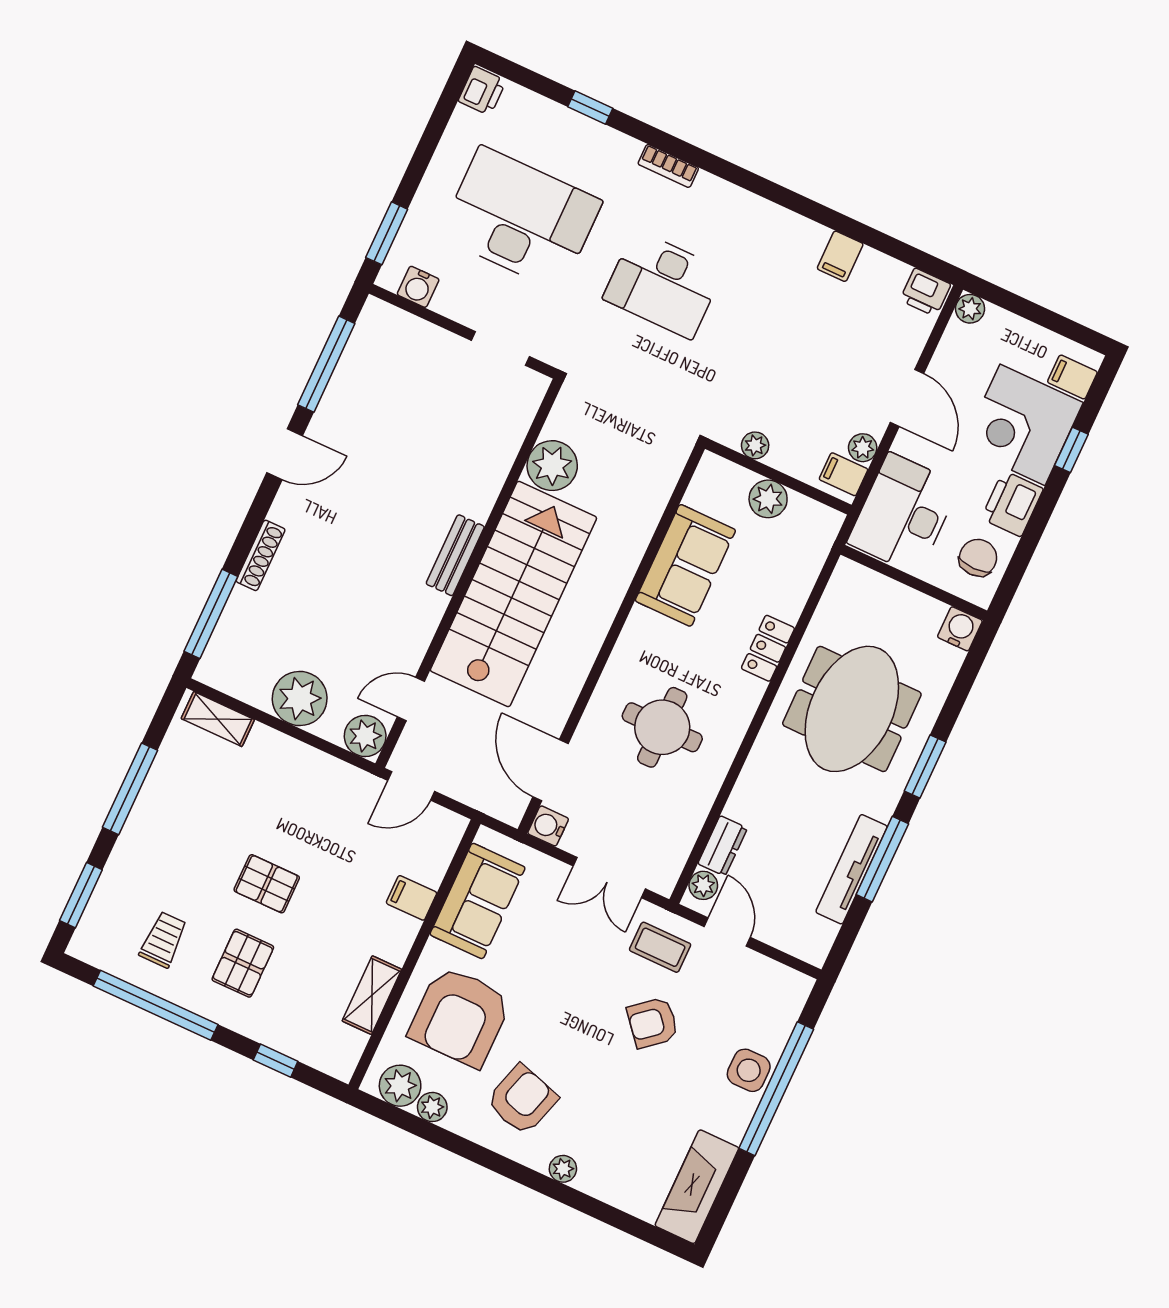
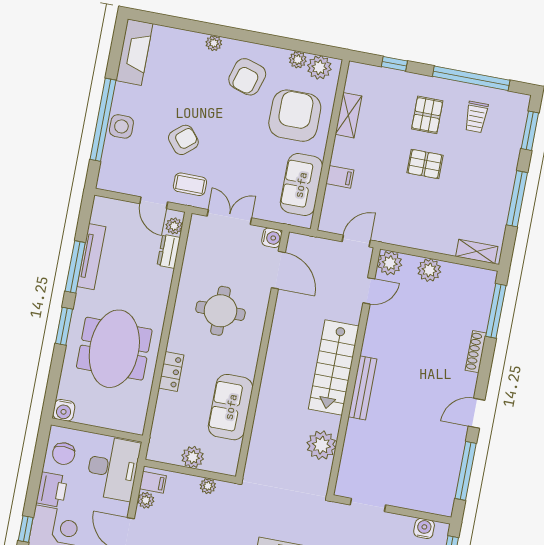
bench: (455, 555) -> (363, 388), width x1.36
stairs: (513, 594) -> (334, 367), width x0.73, depth x0.66
plant: (300, 698) -> (429, 270), width x0.73, depth x0.73

